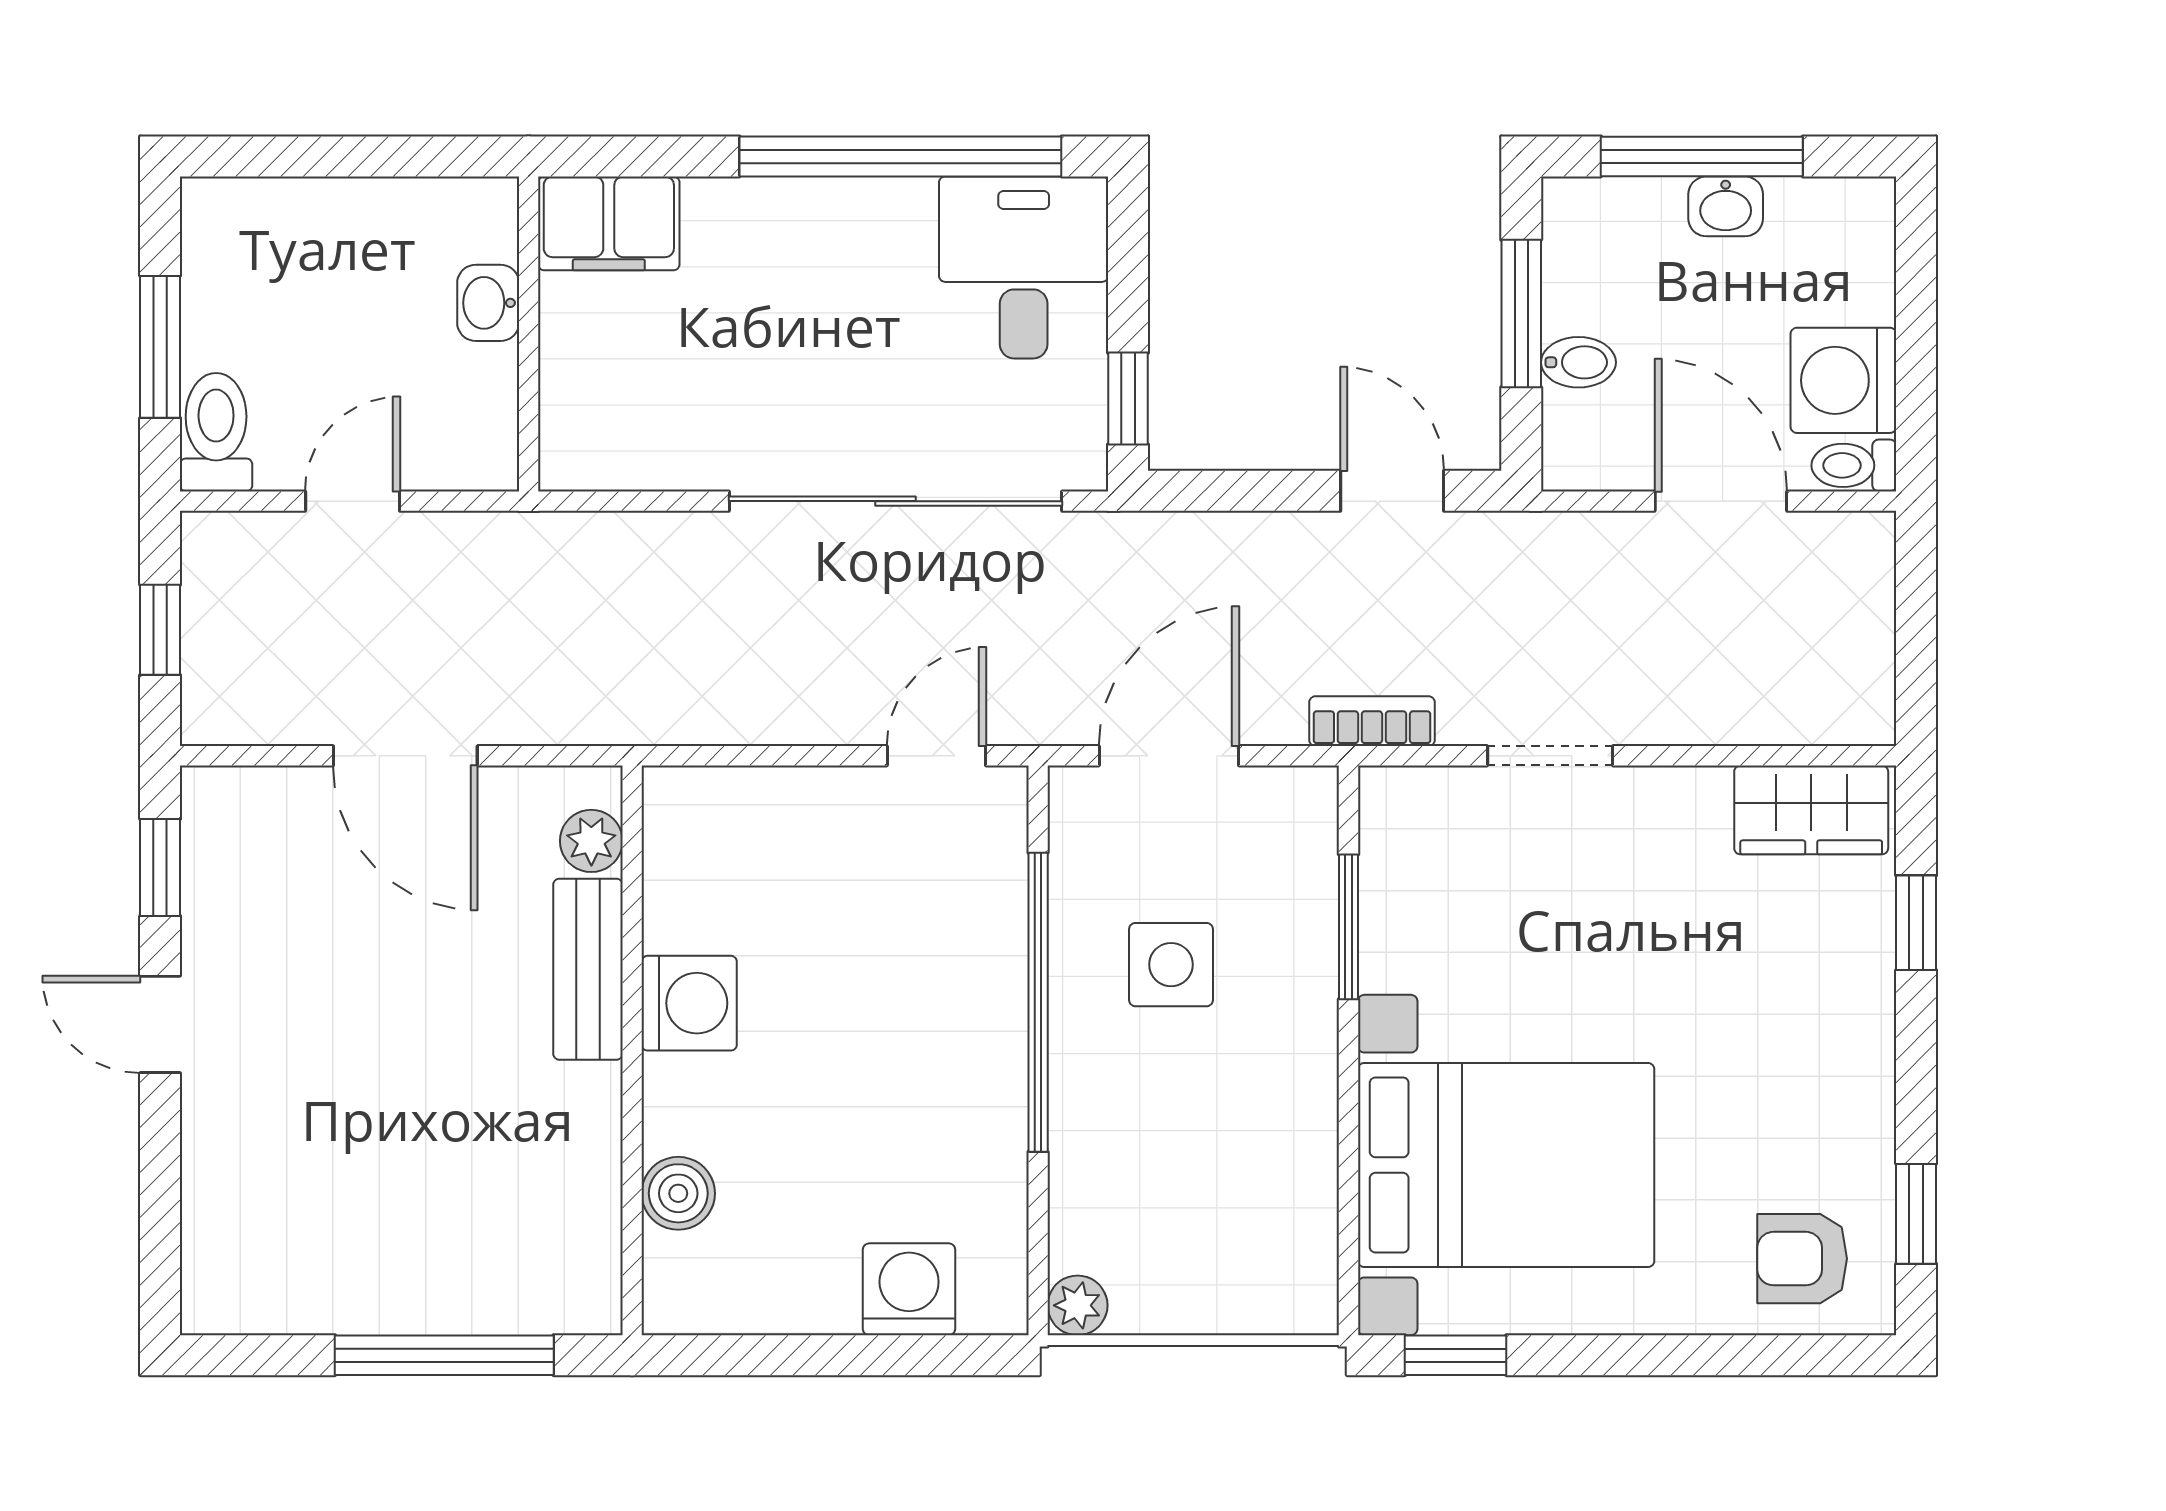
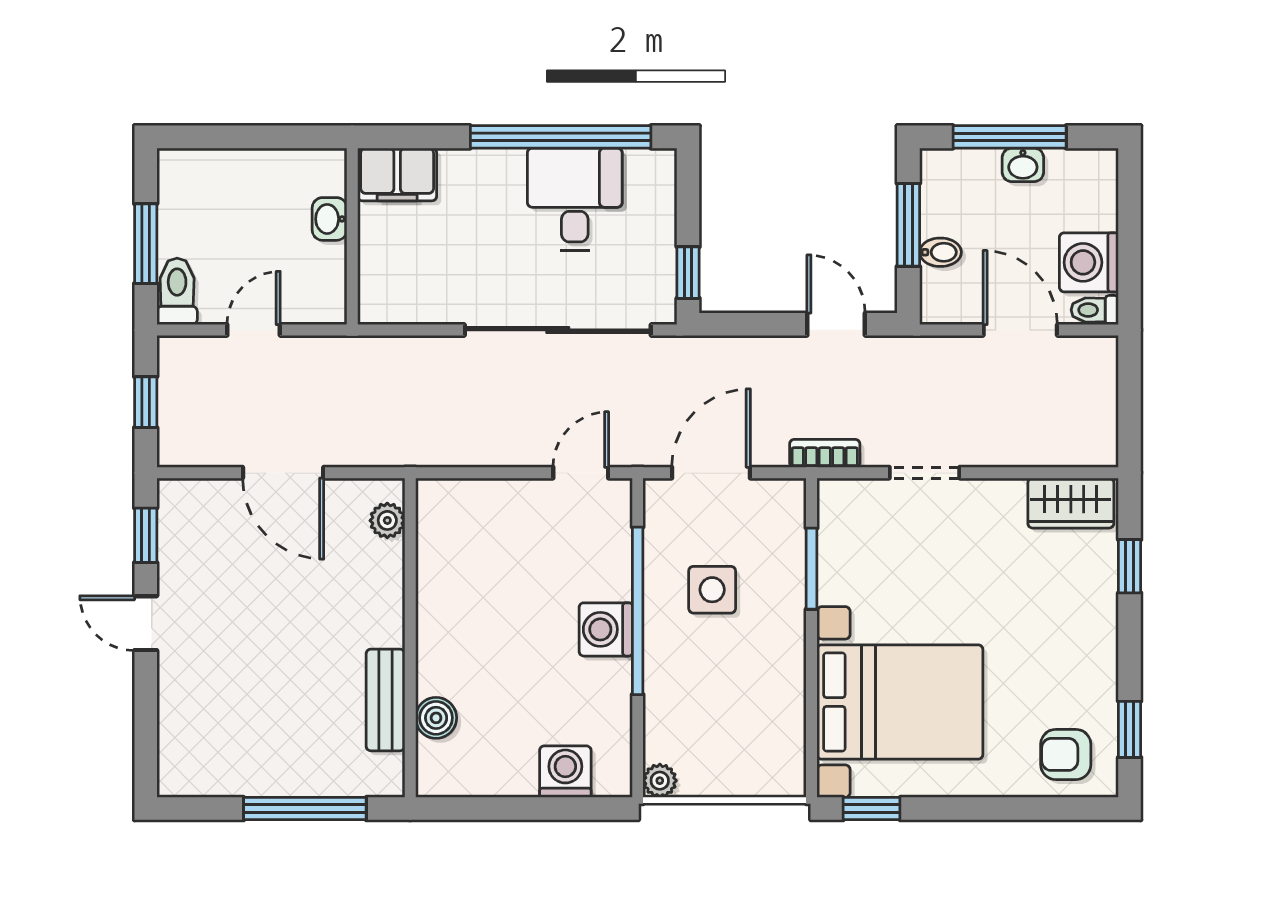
desk: (1024, 267) -> (575, 199), moved
bench: (588, 969) -> (385, 700), moved
washing machine: (689, 1003) -> (606, 629), moved, turned 180

